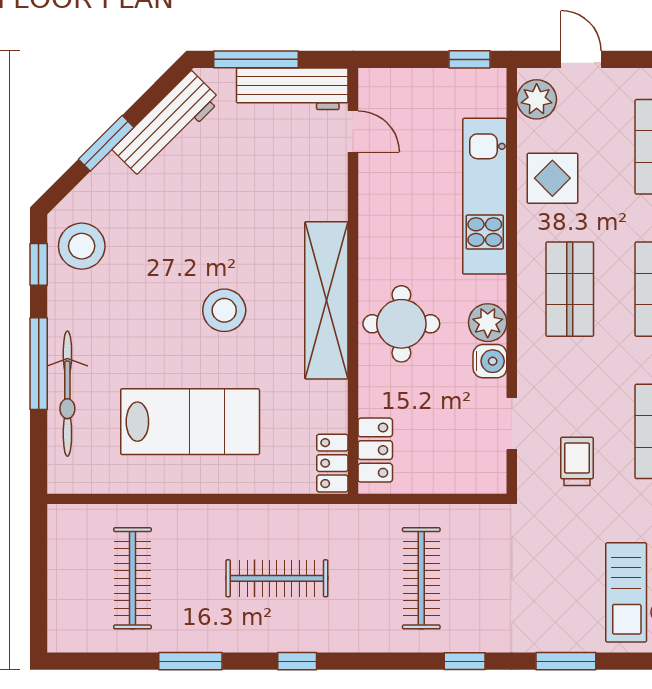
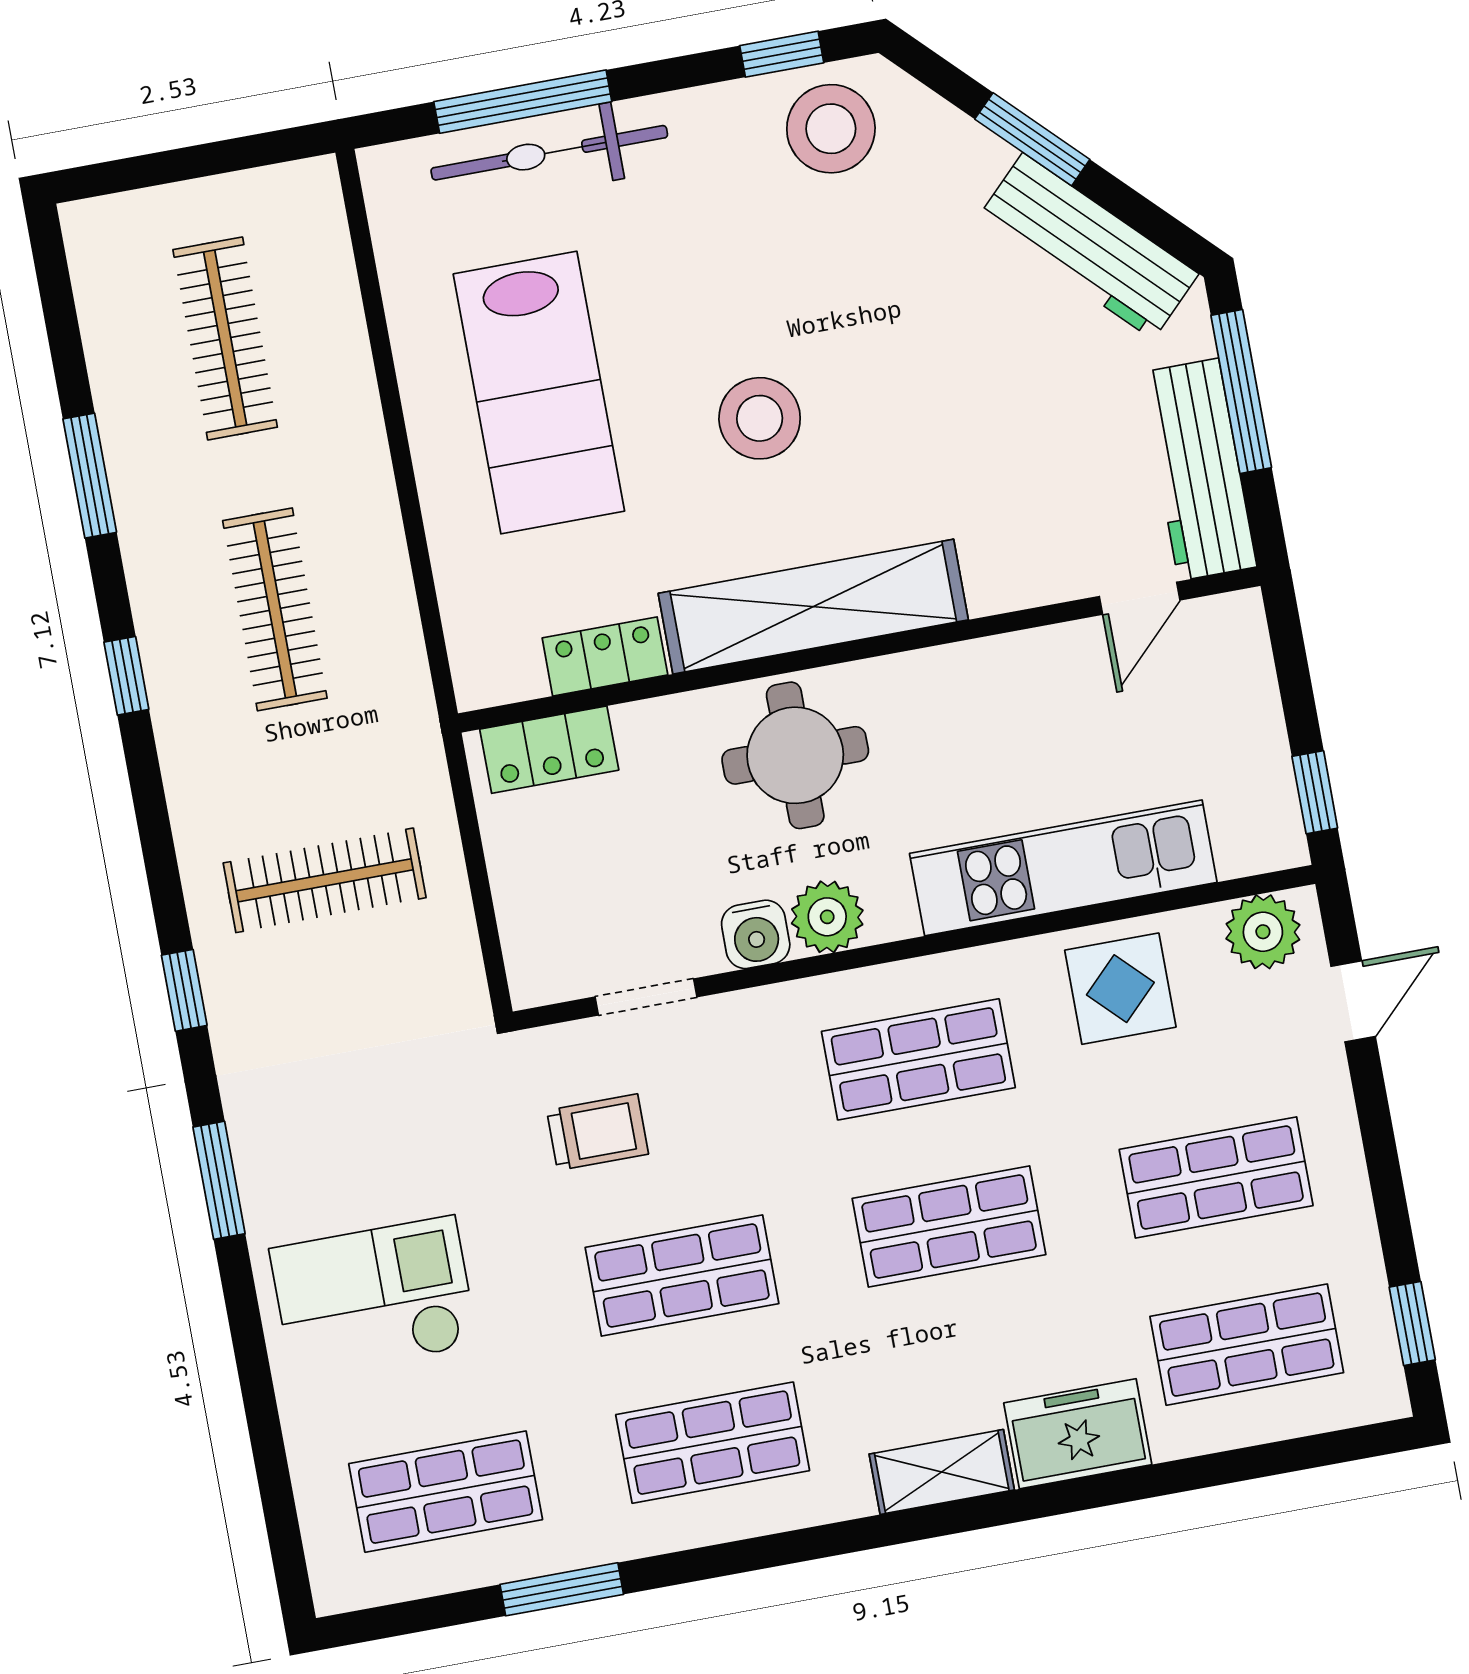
window: (39, 364) -> (523, 102), moved
locker: (332, 463) -> (605, 656), moved
clothes rail: (132, 578) -> (225, 338), turned 90

